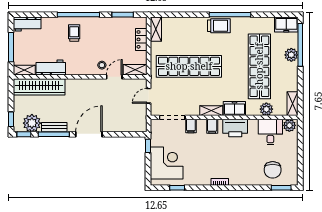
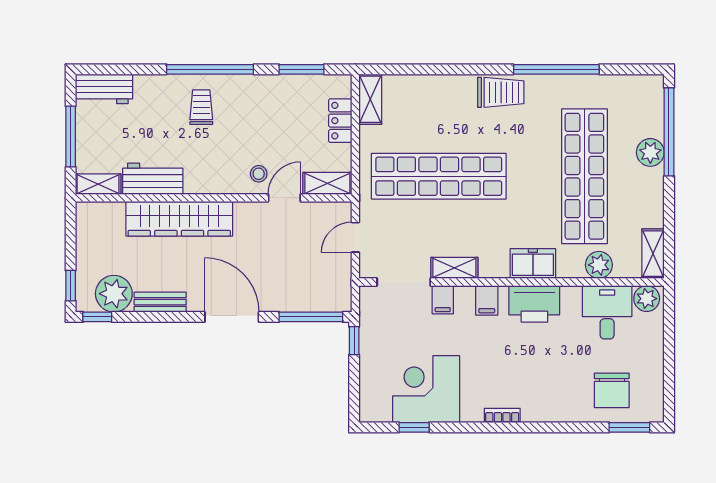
window: (230, 15) -> (556, 69), moved
freezer: (286, 25) -> (640, 90), removed
wardrobe: (39, 87) -> (179, 219), moved
shelving: (211, 111) -> (454, 268), moved
window: (54, 134) -> (311, 317), moved
door: (89, 134) -> (232, 317), hinge flipped
corner desk: (167, 163) -> (426, 389), moved, turned -90

